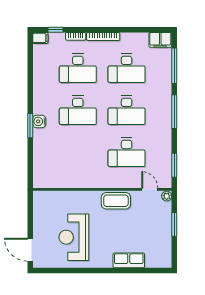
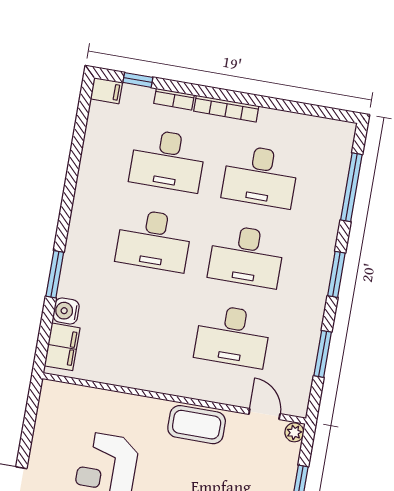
filing cabinet: (160, 40) -> (62, 347), moved, turned -90
window: (174, 112) -> (336, 274), width x0.69
water cooler: (39, 121) -> (66, 311), moved
window: (30, 126) -> (55, 274), moved
window: (174, 165) -> (323, 354), moved

